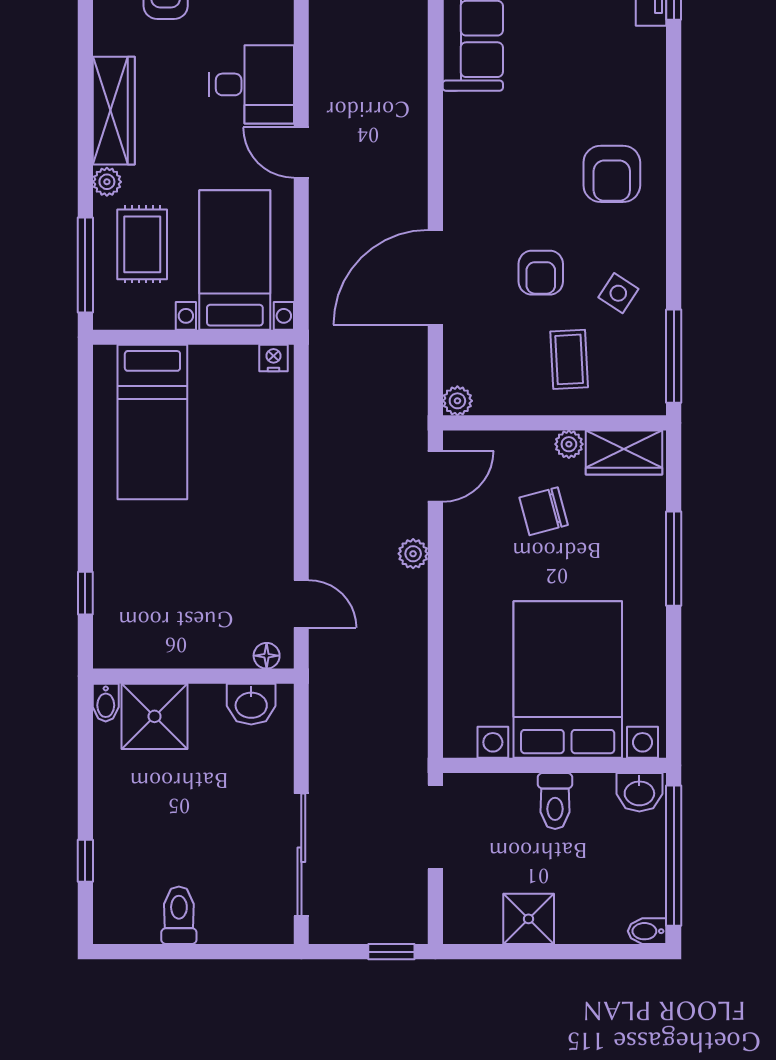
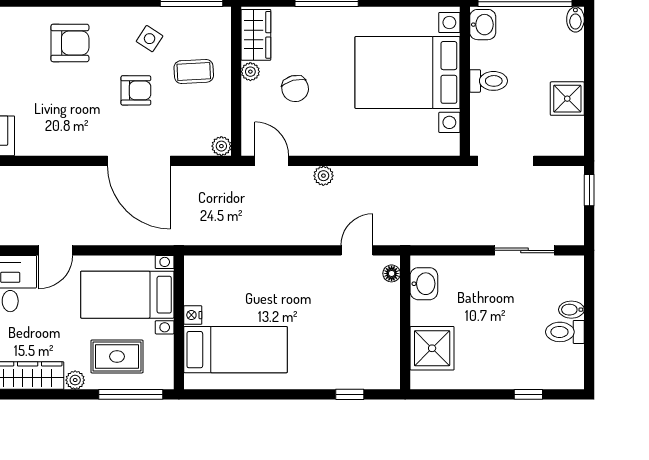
nightstand: (273, 358) -> (193, 315), moved
bidet: (106, 703) -> (571, 310), moved, turned 180
sliding door: (301, 855) -> (524, 250), width x0.73

